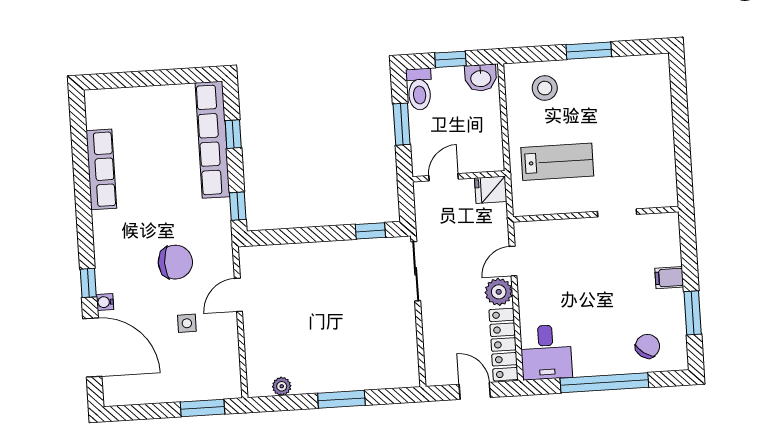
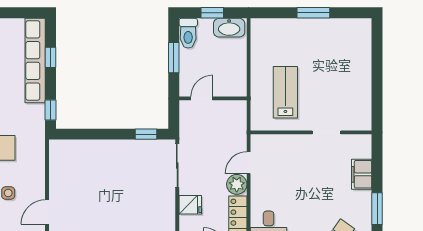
washbasin: (481, 78) -> (229, 28), width x1.38
stool: (545, 88) -> (280, 38), removed
lab bench: (557, 162) -> (285, 92), turned -90
fridge: (491, 190) -> (190, 205), moved, turned 180
filing cabinet: (669, 278) -> (362, 174), width x2.00
door: (238, 295) -> (47, 212), moved

